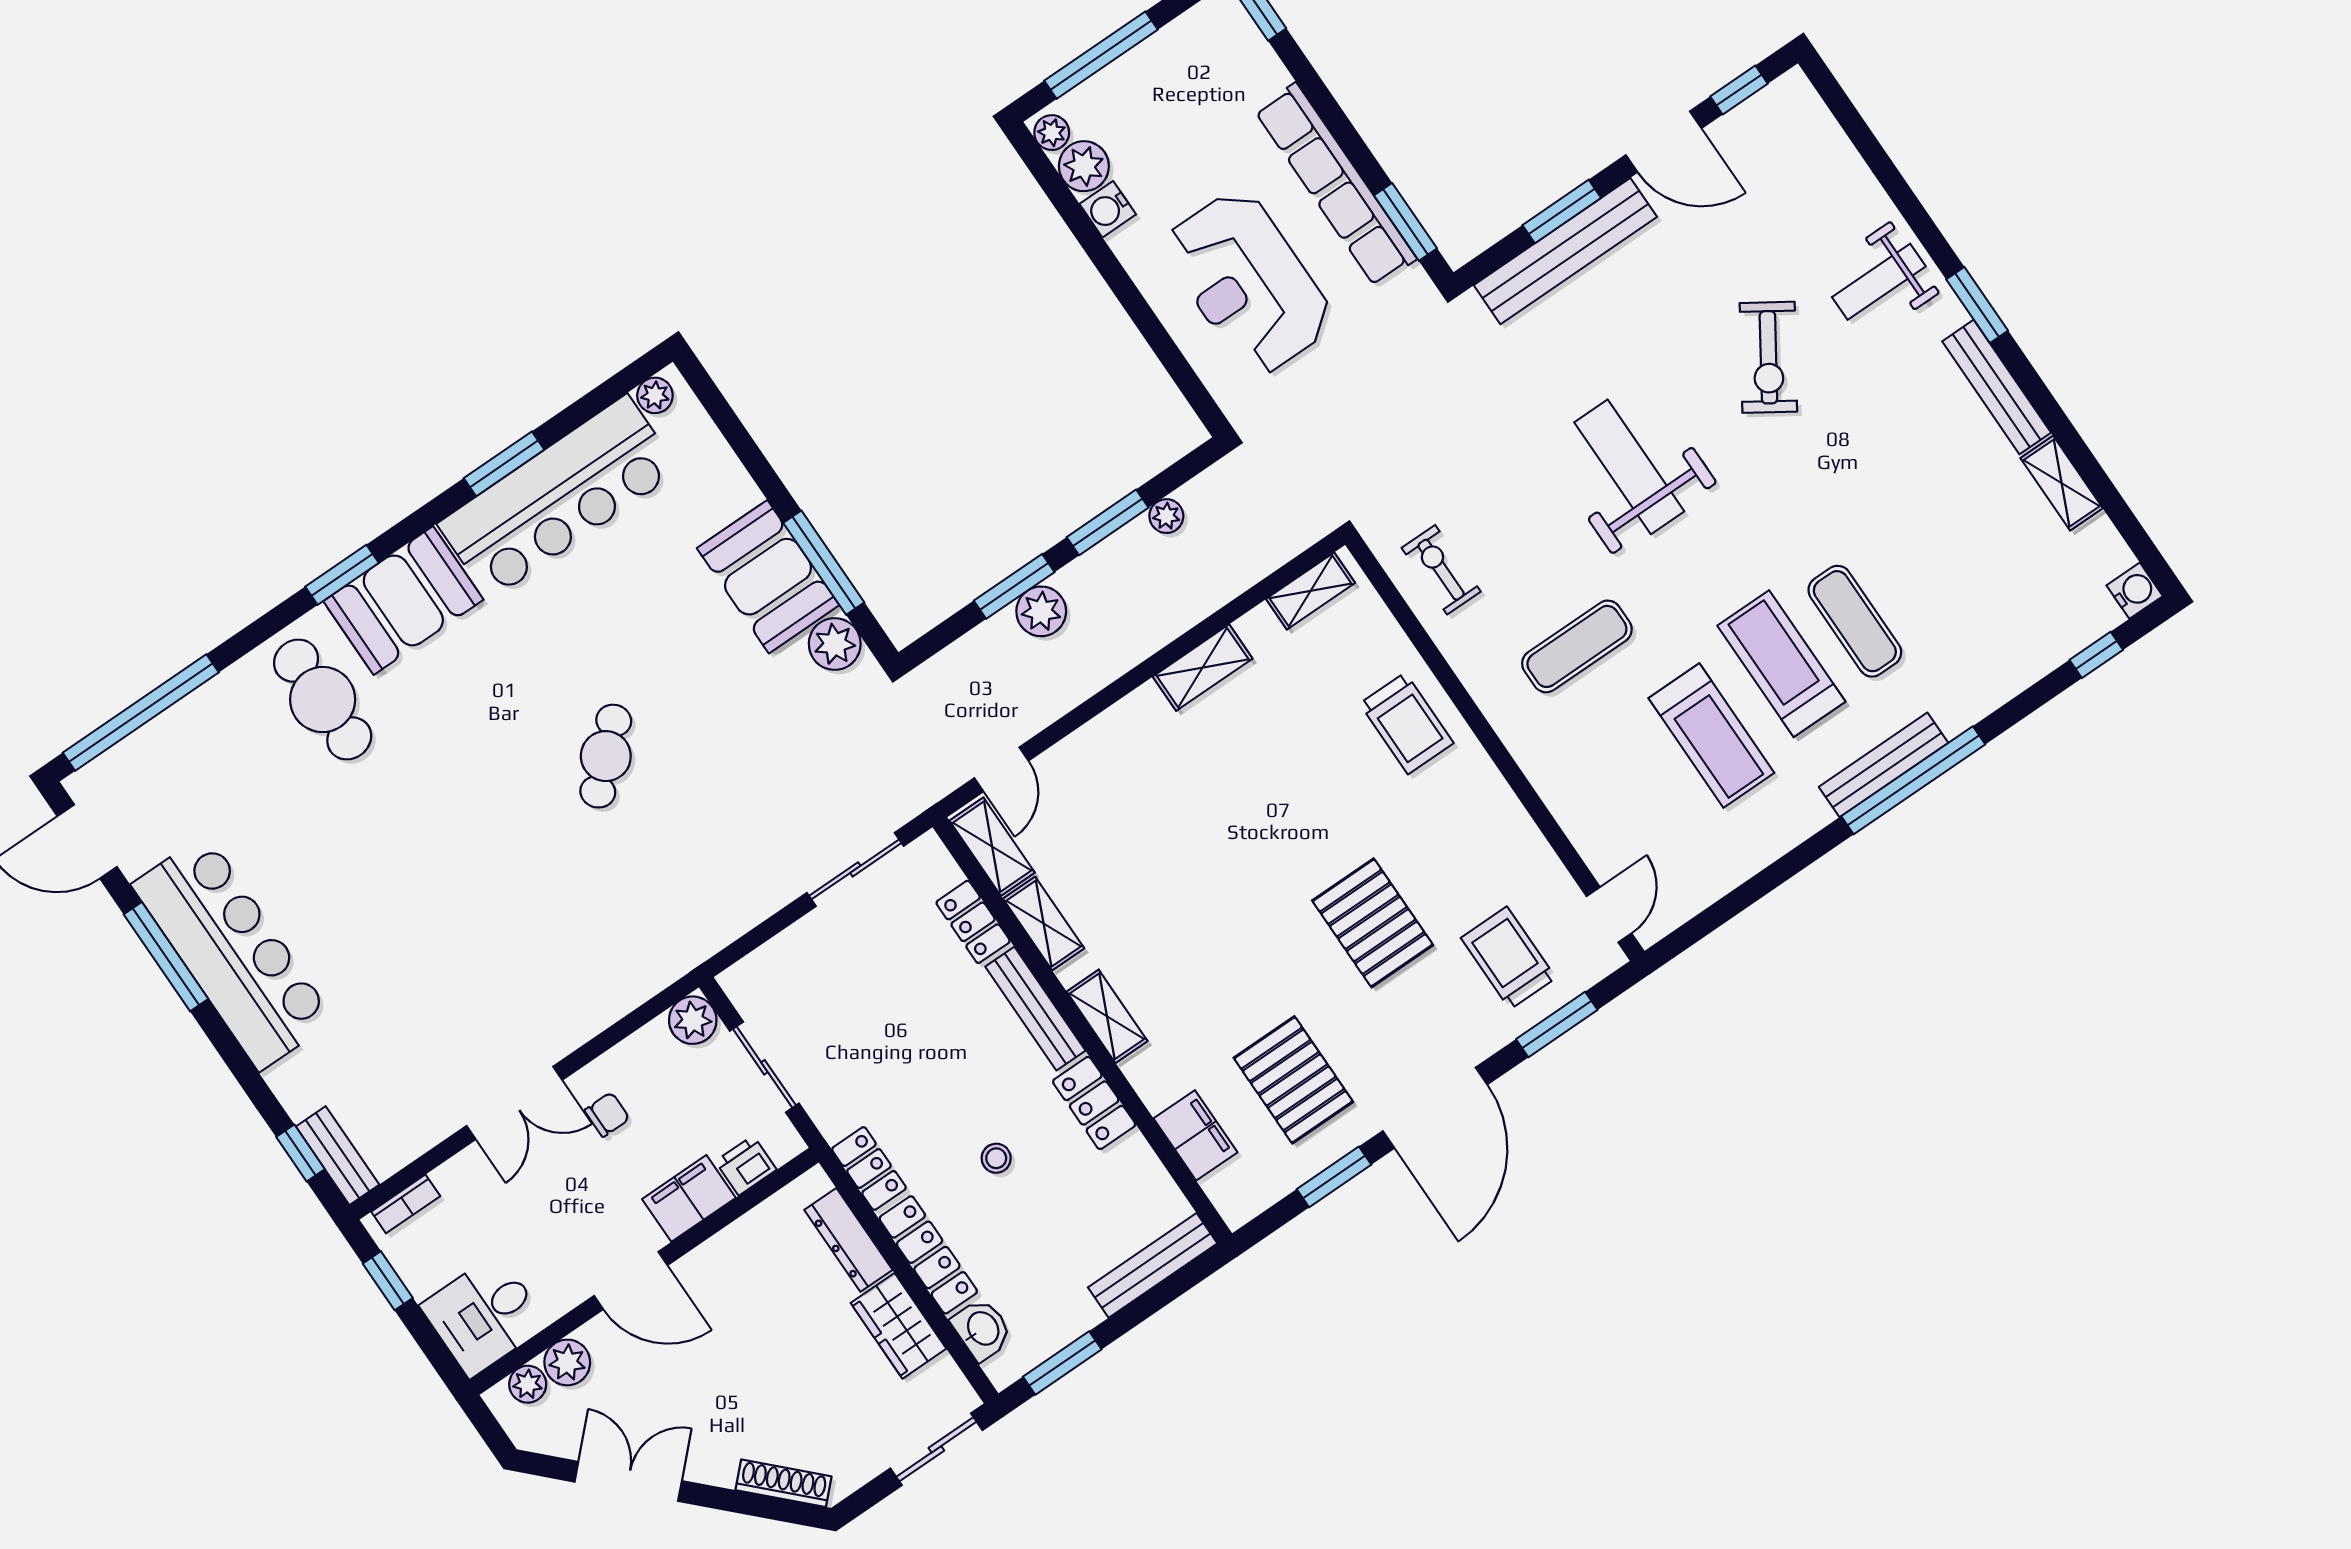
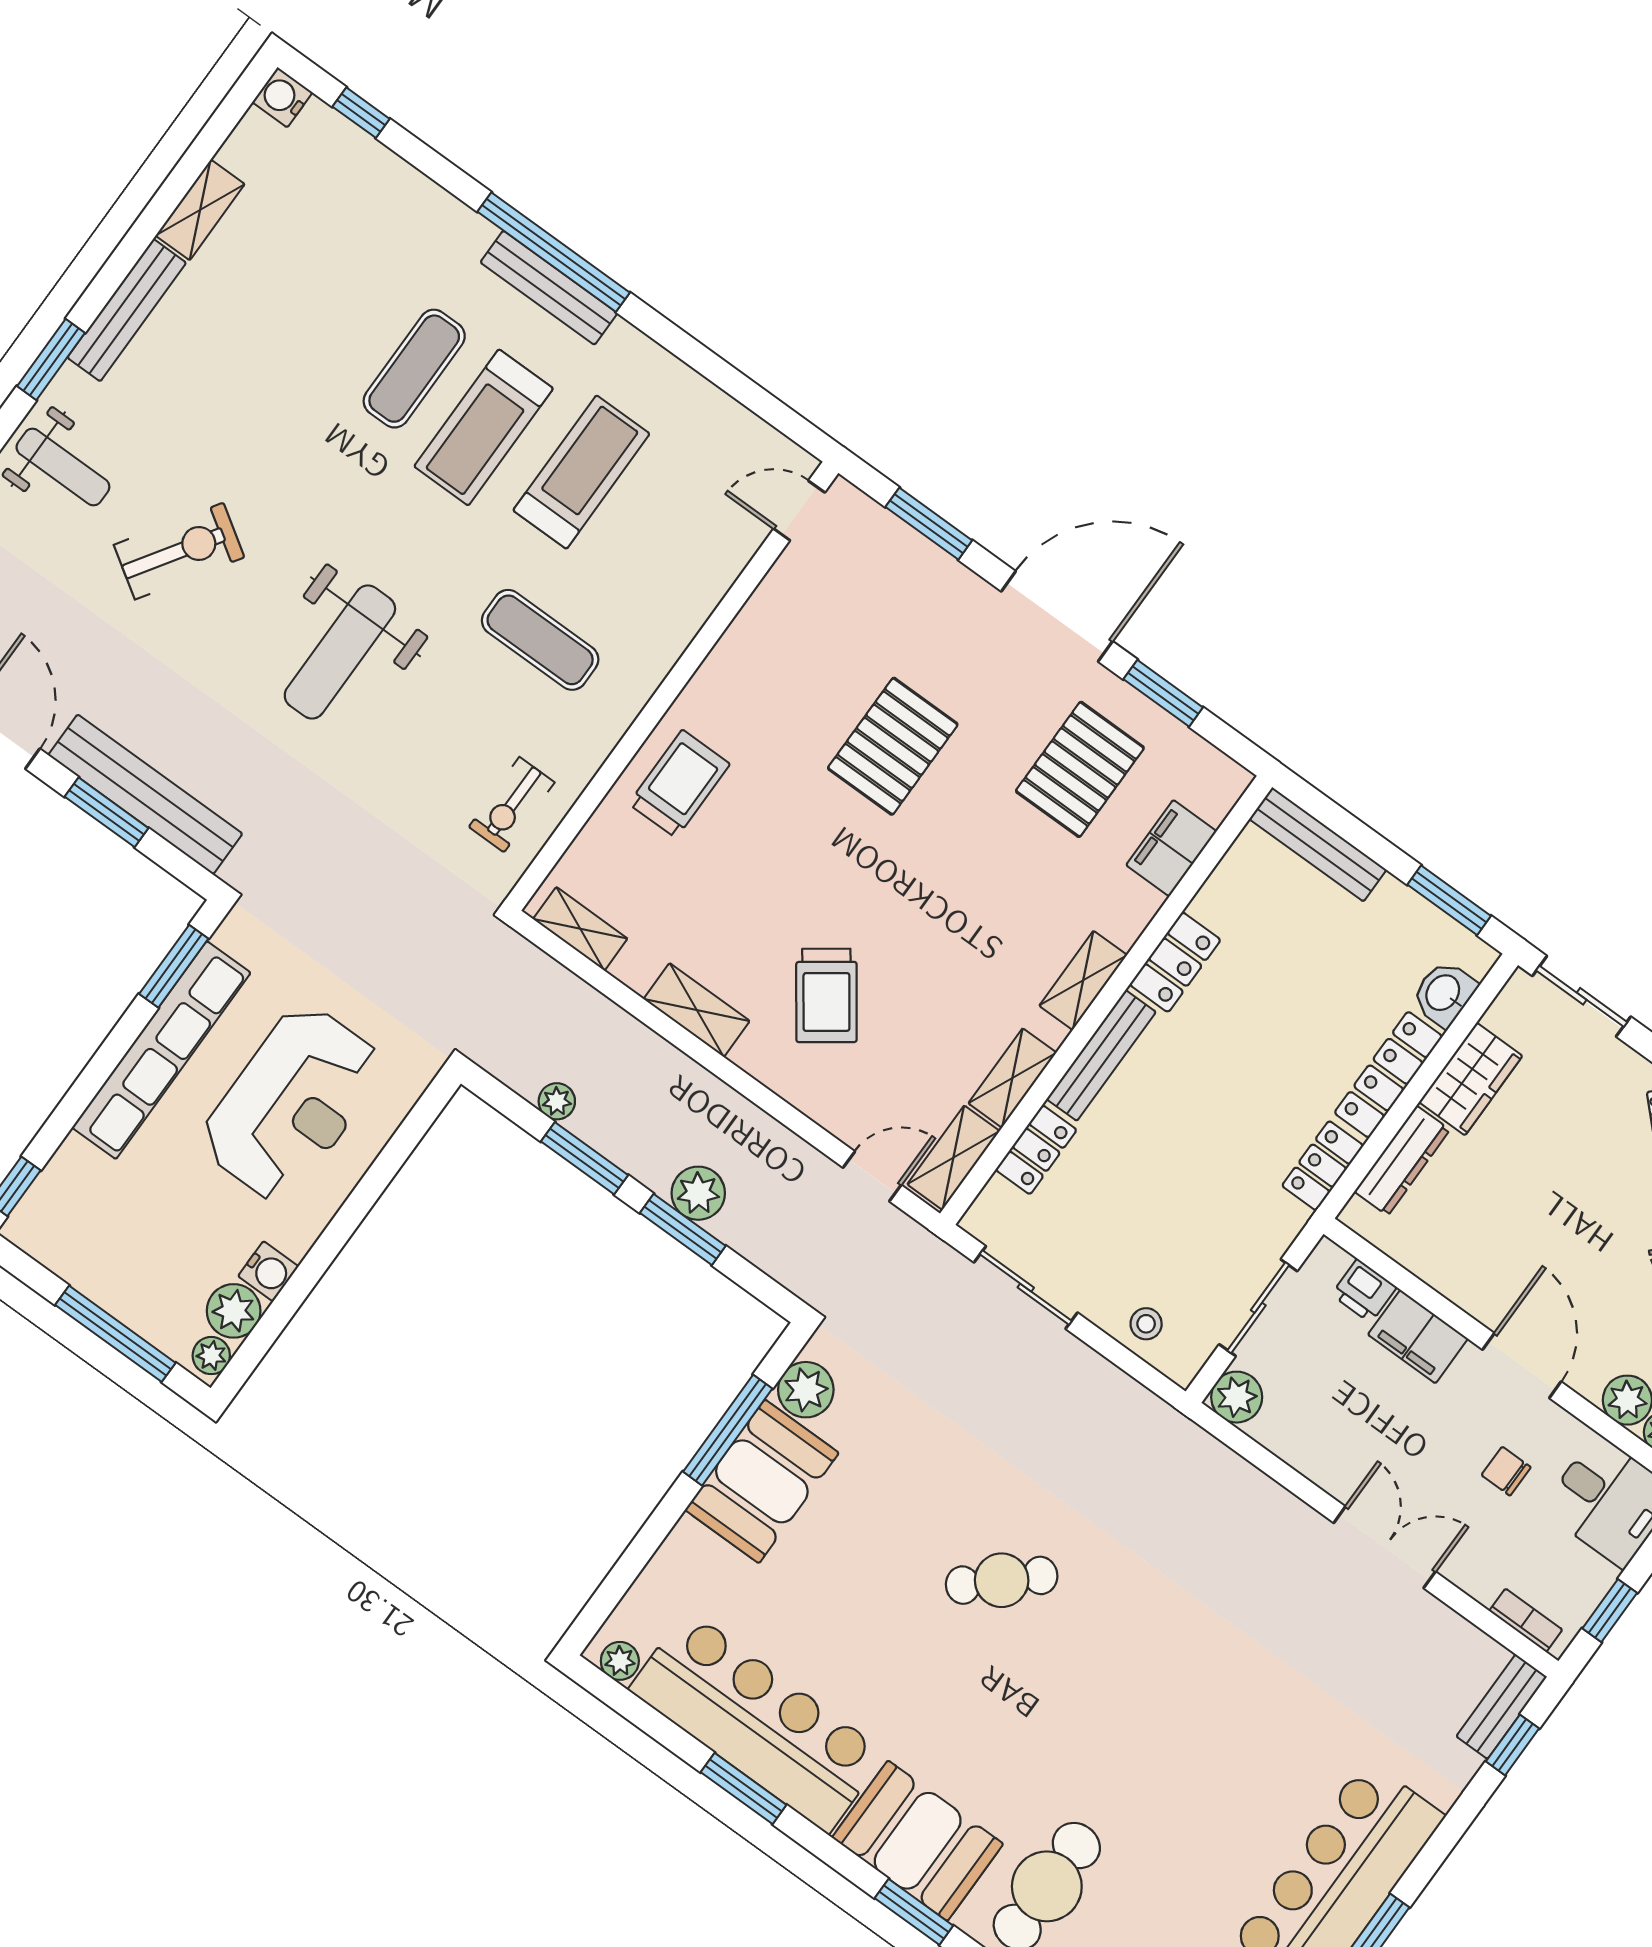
trolley: (1508, 958) -> (826, 995), moved, turned -36
chair: (607, 1115) -> (1506, 1471), moved
stool: (996, 1158) -> (1146, 1324), moved

